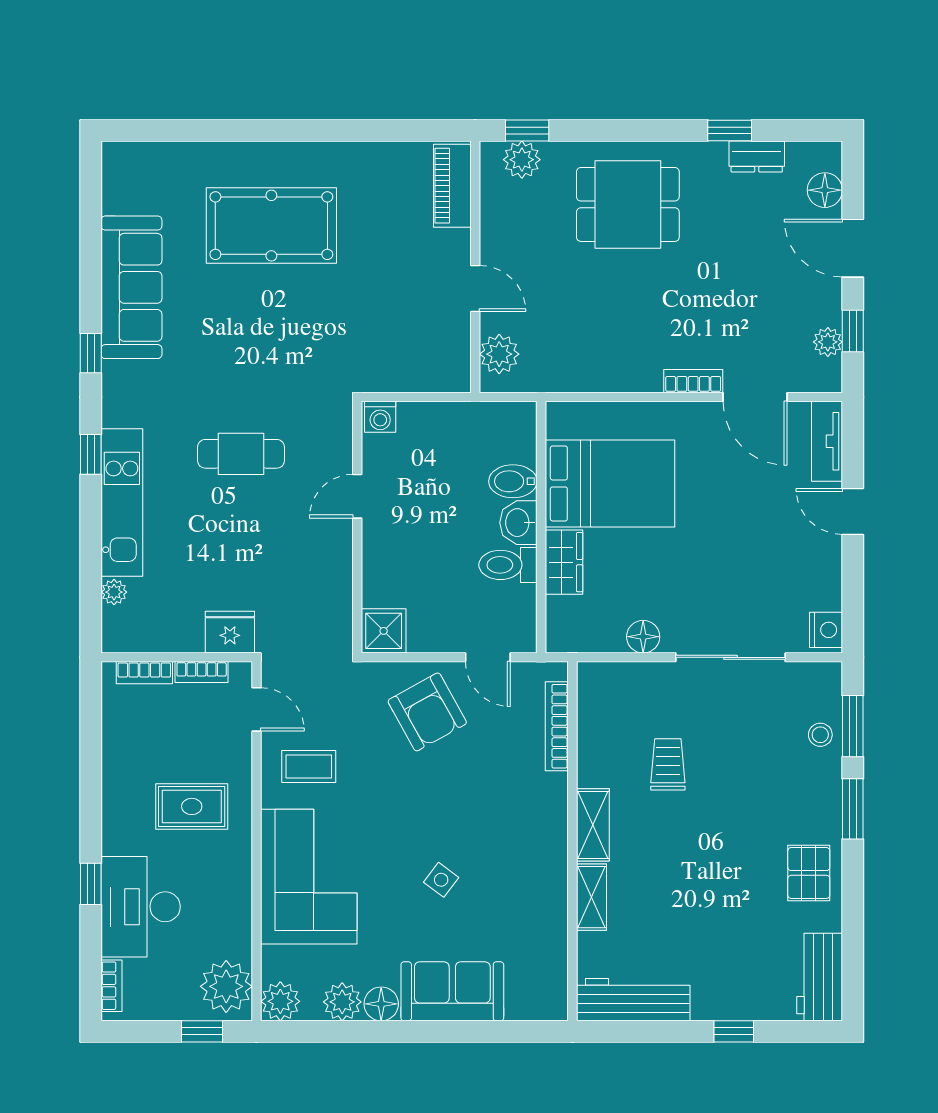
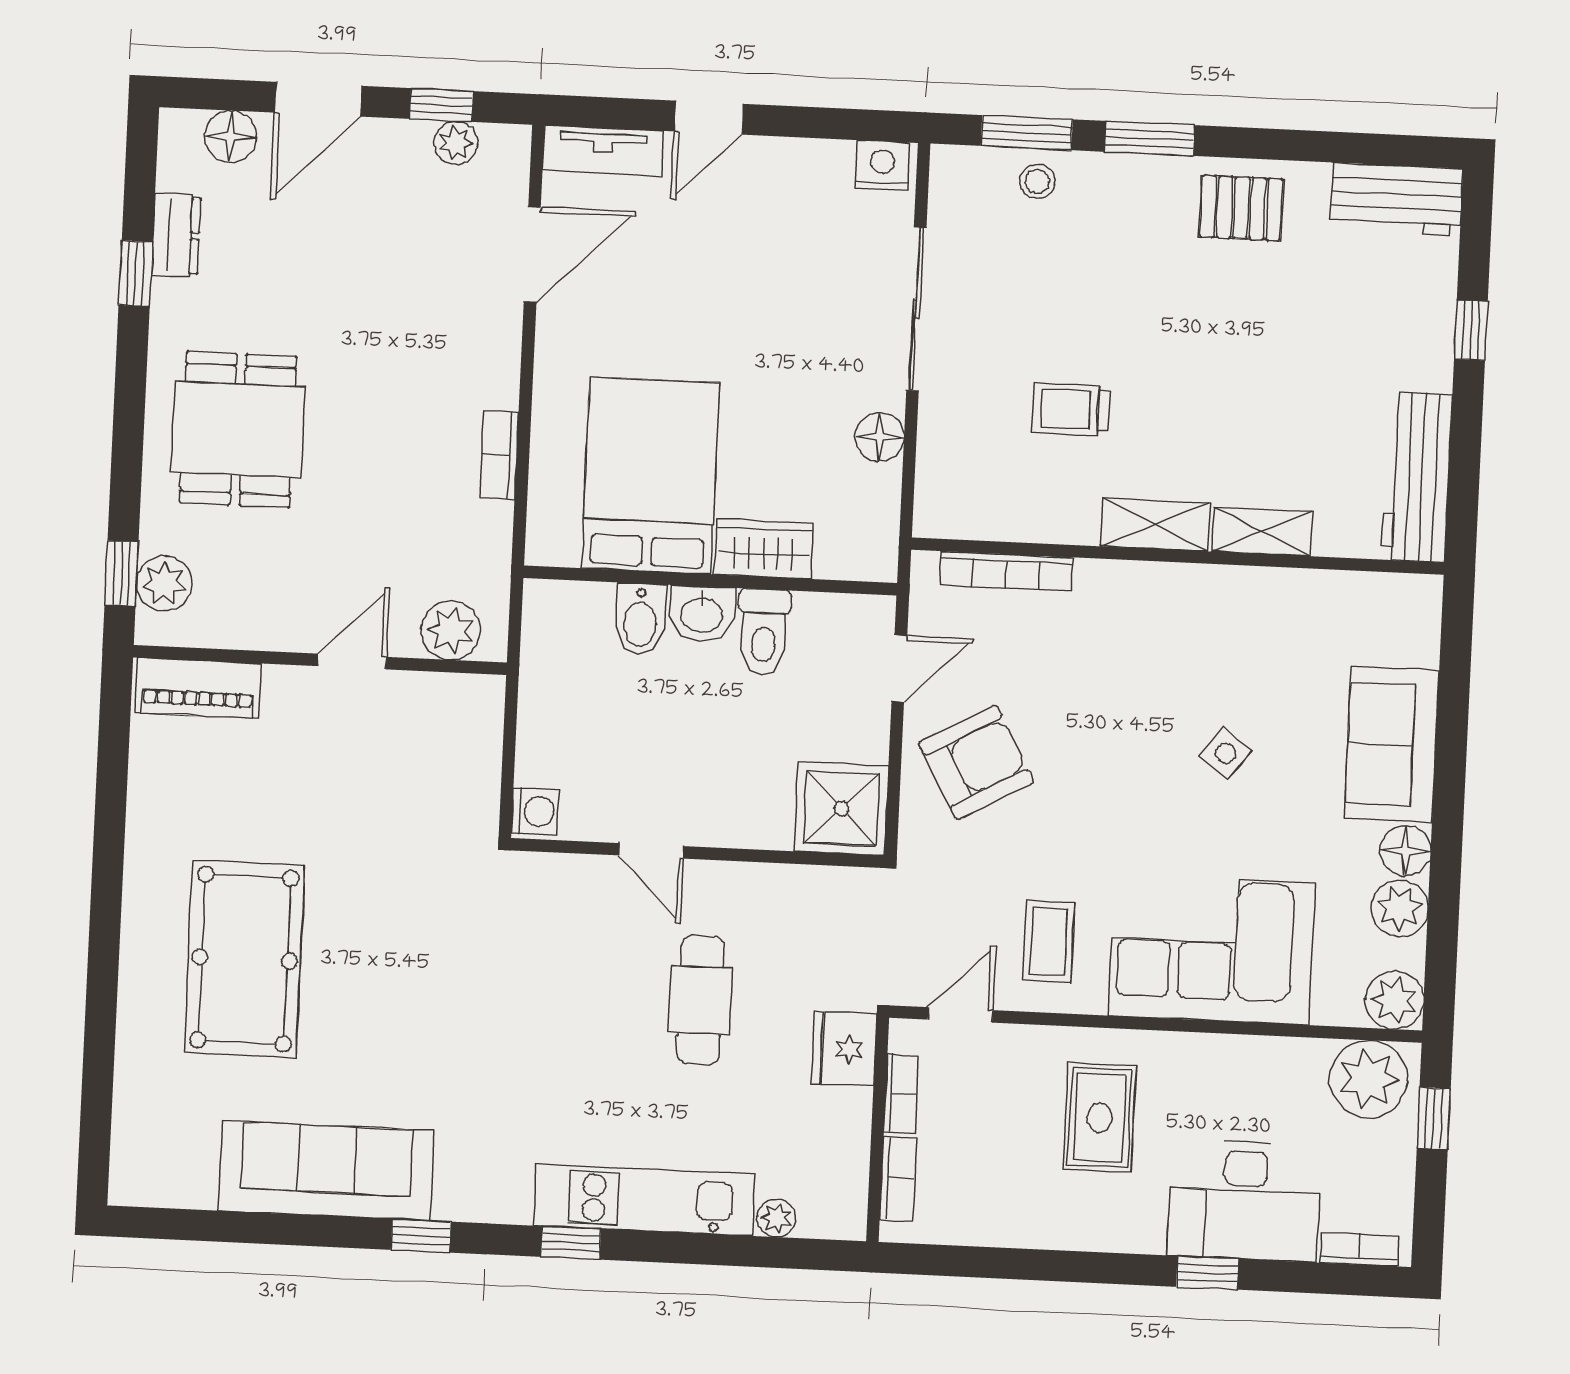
bookcase: (693, 381) -> (499, 455), moved
cafe table: (241, 454) -> (700, 1000), moved
shower: (384, 631) -> (841, 809), width x1.36, depth x1.36

